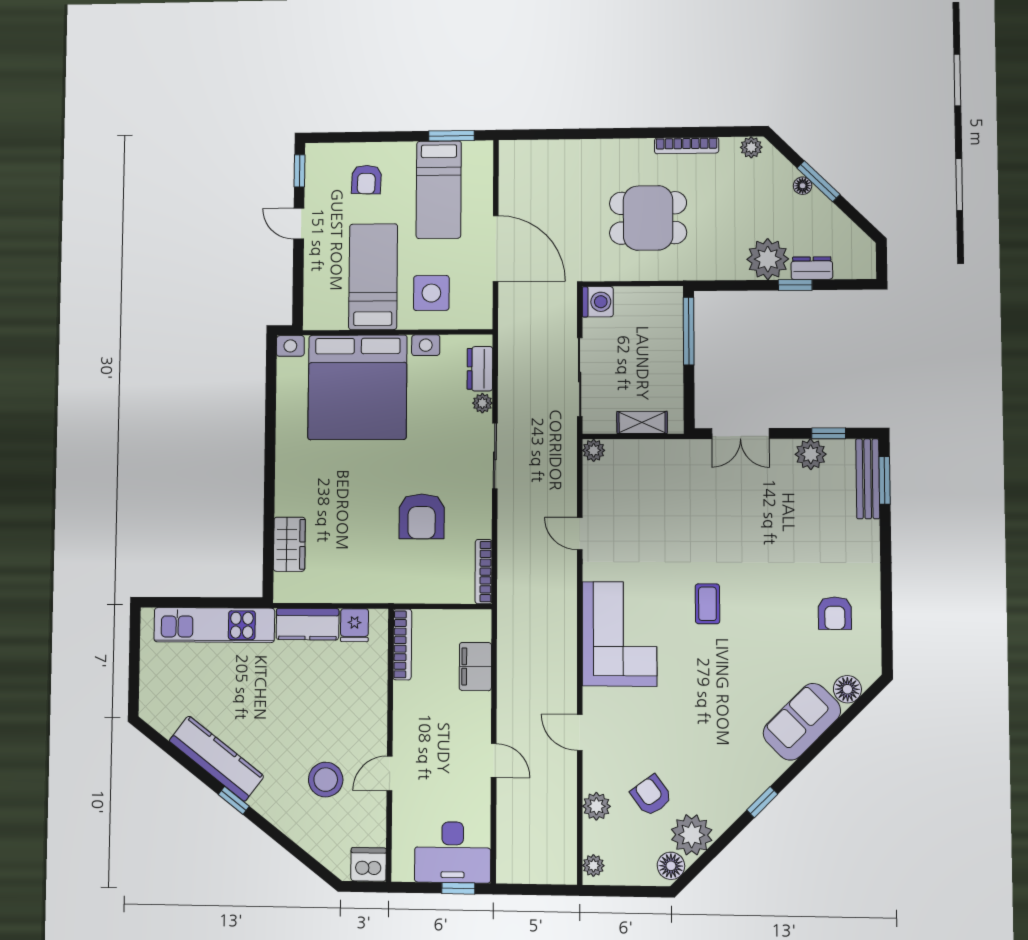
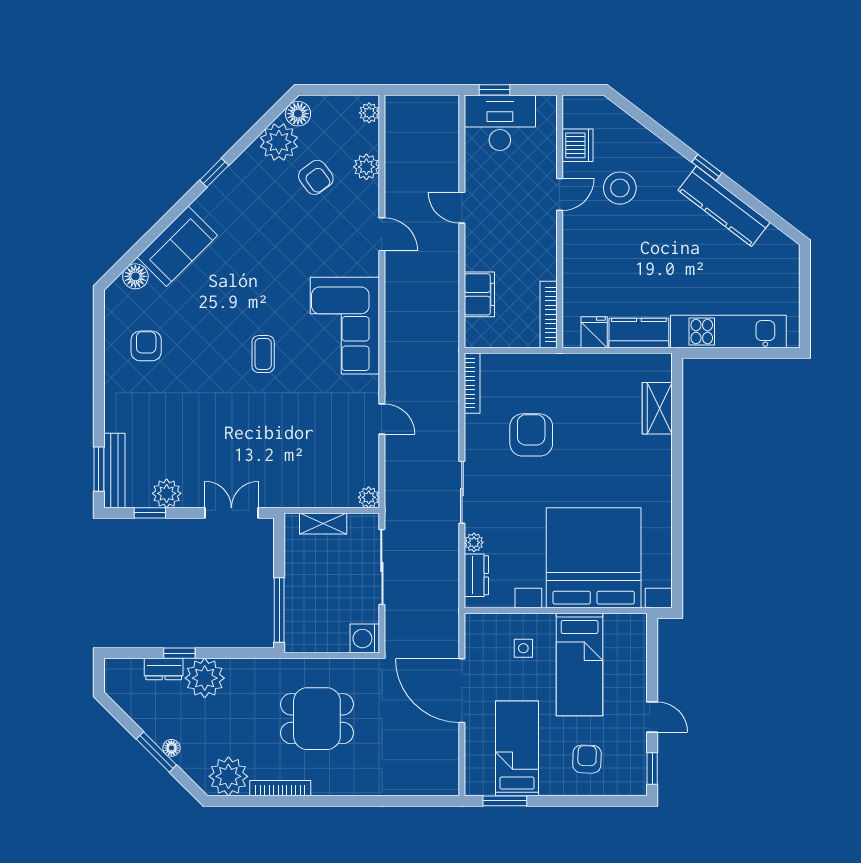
plant: (751, 147) -> (228, 776), width x1.87, depth x1.87
side table: (431, 293) -> (523, 648), width x0.54, depth x0.54
dishwasher: (369, 864) -> (577, 145), moved, turned -90

